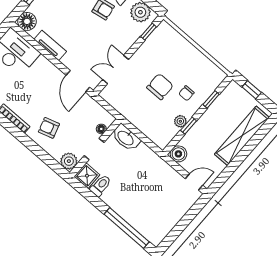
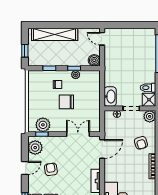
plant: (157, 41) -> (43, 125), added
double door: (116, 70) -> (78, 134), swing flipped

